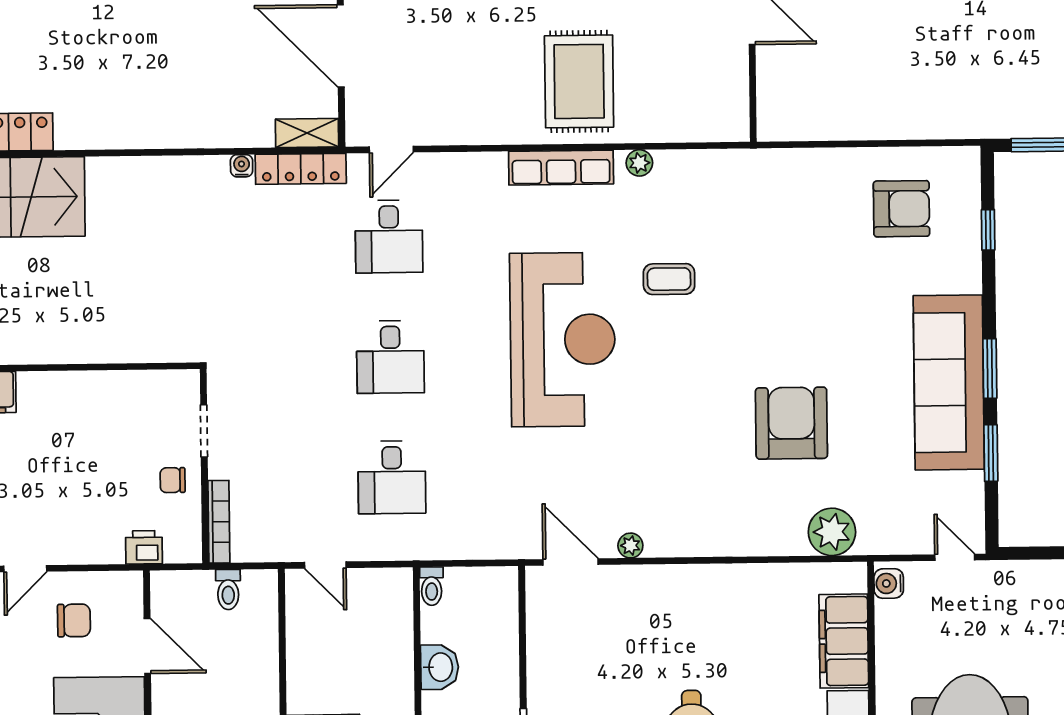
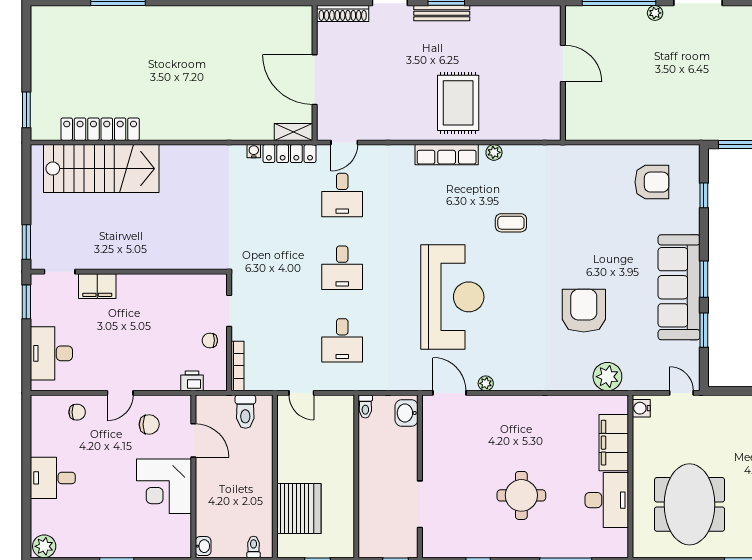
reception desk: (563, 340) -> (452, 297), moved
toilet: (228, 590) -> (245, 412), width x1.37, depth x1.39
washbasin: (440, 667) -> (406, 413), moved, turned 180

